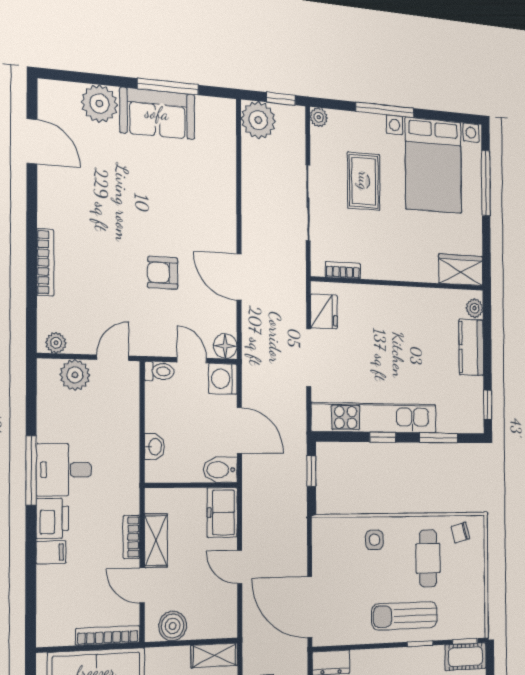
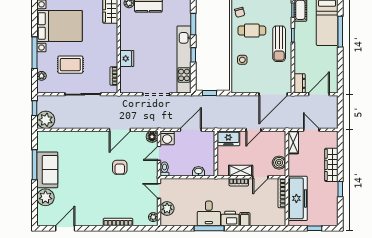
plant: (319, 117) -> (42, 76), moved
fridge: (324, 311) -> (127, 58), moved, turned 90
bidet: (220, 470) -> (209, 139), removed

